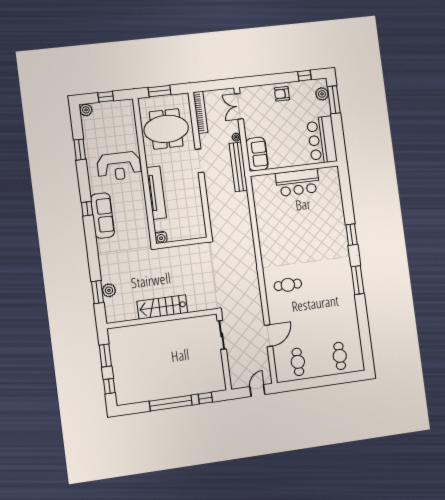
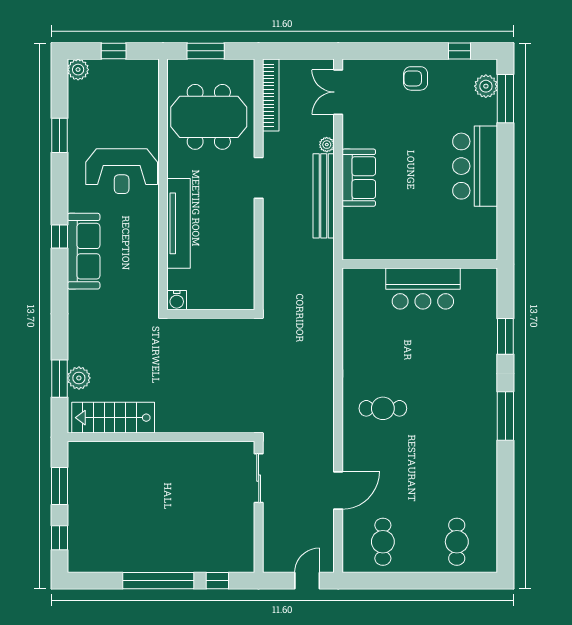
wall: (294, 169) -> (420, 264), moved
bar counter: (298, 182) -> (423, 289), moved
stairs: (162, 307) -> (113, 418), moved

